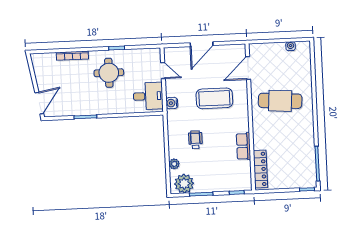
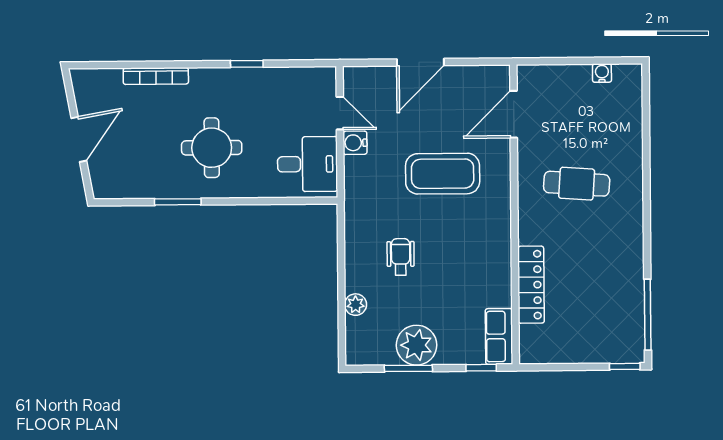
round table: (109, 73) -> (212, 148), moved
cafe table: (280, 101) -> (577, 184), width x0.73, depth x0.74
door: (39, 103) -> (79, 139), moved
water cooler: (172, 103) -> (355, 143), moved
row of seats: (244, 146) -> (499, 336), moved
locker: (260, 169) -> (531, 285), moved
plant: (184, 184) -> (416, 345), moved

